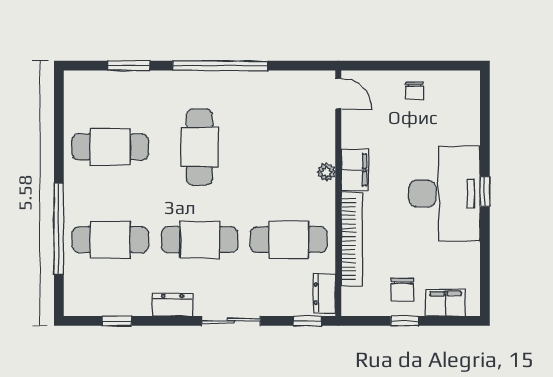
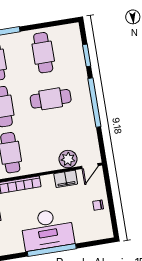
filing cabinet: (355, 170) -> (66, 179), moved
plant: (326, 172) -> (68, 159), moved, width x1.87, depth x1.87
window: (485, 192) -> (52, 250), width x3.17

